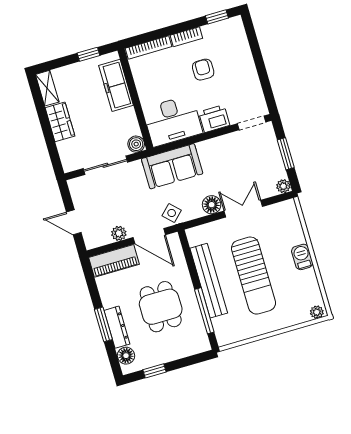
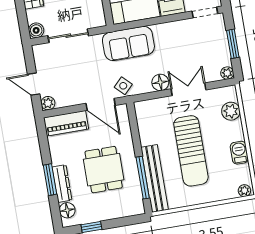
boiler: (136, 144) -> (36, 30), moved
plant: (292, 227) -> (231, 111), added
plant: (119, 233) -> (48, 103), moved
barbecue: (302, 257) -> (239, 153), moved
bench: (209, 281) -> (155, 178), moved

